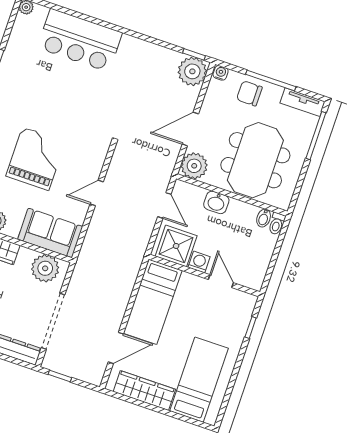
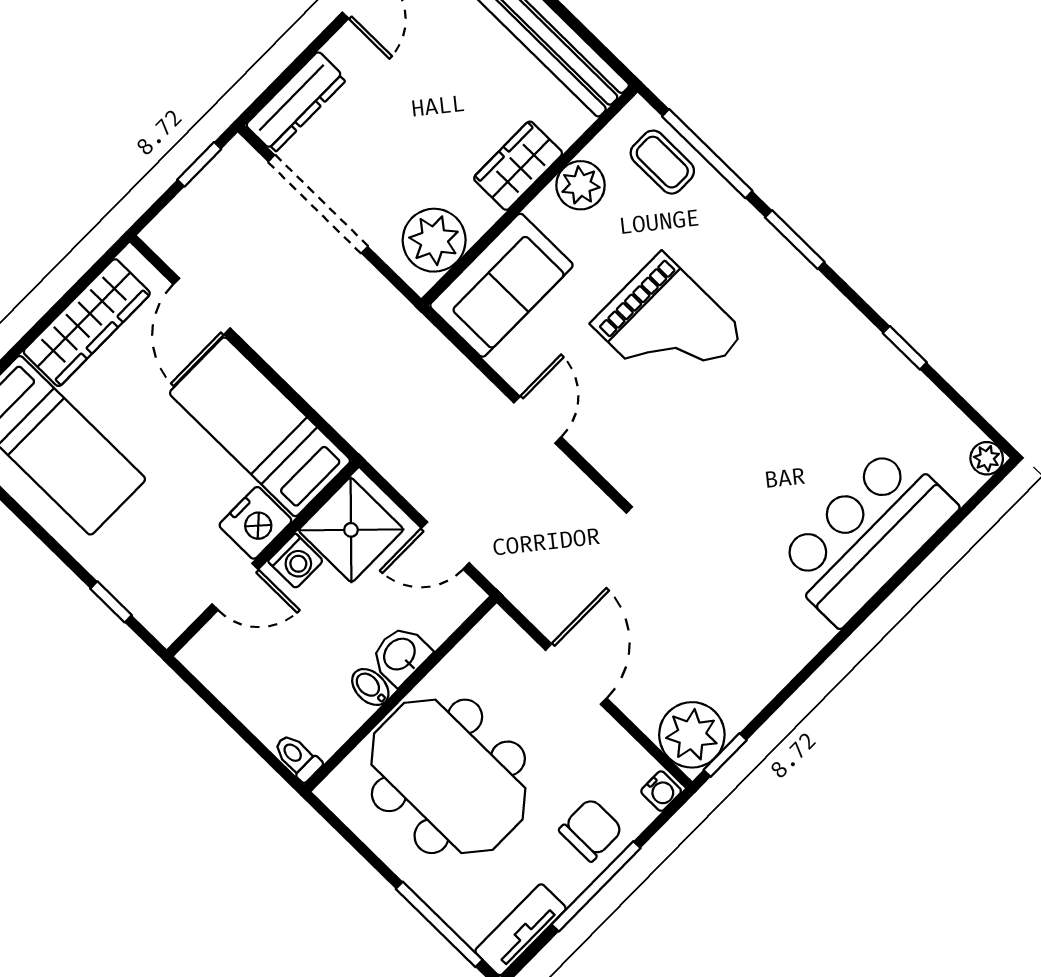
plant: (194, 166) -> (497, 646), removed
bidet: (264, 218) -> (370, 687), moved
nightstand: (192, 285) -> (255, 523), added

